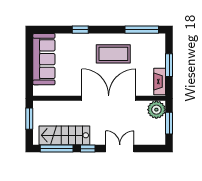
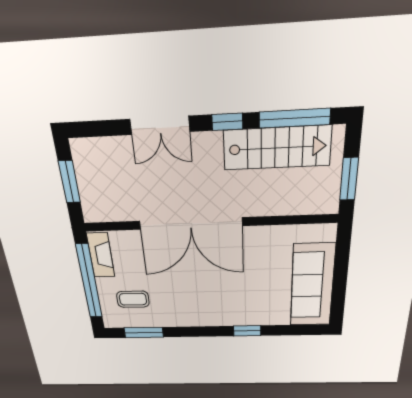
window: (142, 30) -> (144, 332), width x0.69
coffee table: (113, 54) -> (133, 299), moved, width x0.54, depth x0.58
window: (169, 65) -> (89, 282), width x2.11
plant: (156, 110) -> (98, 206), removed

